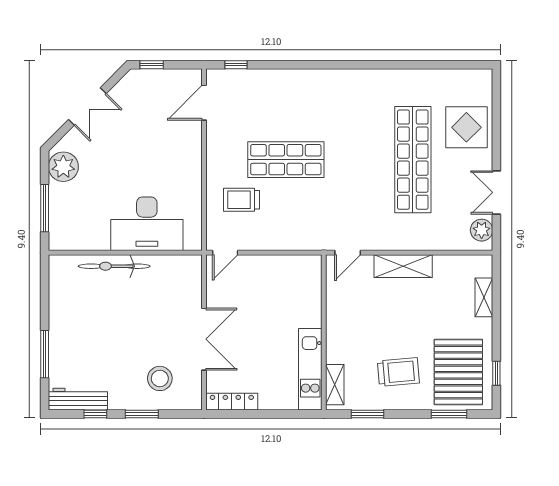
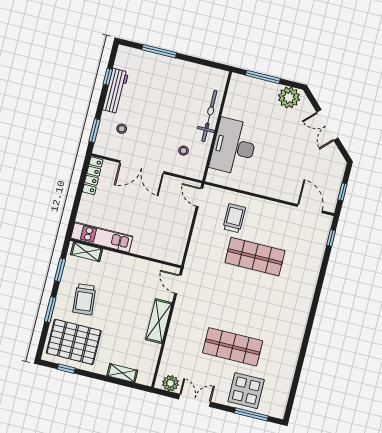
window: (152, 65) -> (342, 192), moved
window: (496, 113) -> (251, 414), added
shop shelf: (286, 160) -> (255, 257), turned 90
shop shelf: (413, 160) -> (233, 347), width x0.71
stool: (169, 289) -> (183, 151), added
stool: (160, 378) -> (122, 129), width x0.53, depth x0.53
workbench: (78, 399) -> (115, 91), moved
window: (142, 414) -> (94, 131), moved
window: (449, 414) -> (50, 310), moved

